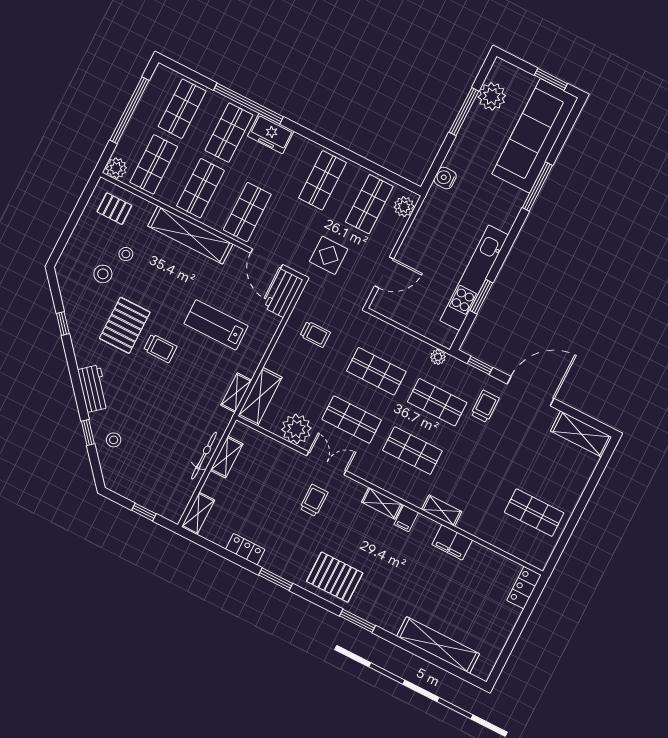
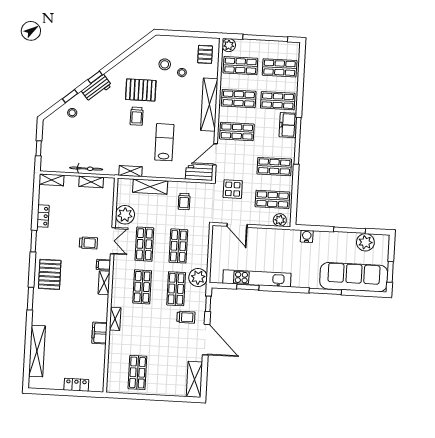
window: (248, 103) -> (297, 141), moved
window: (63, 324) -> (95, 77), moved
plant: (438, 357) -> (198, 277), width x1.88, depth x1.88
shelving: (260, 397) -> (150, 187), moved
filing cabinet: (406, 518) -> (103, 265), moved
locker: (524, 588) -> (76, 385), moved

